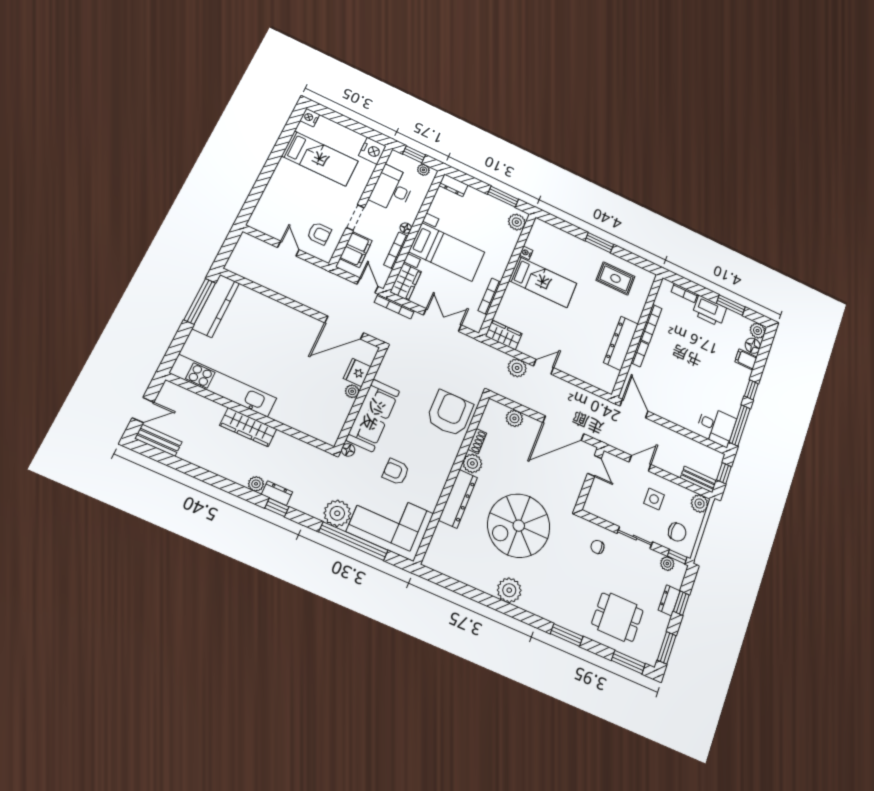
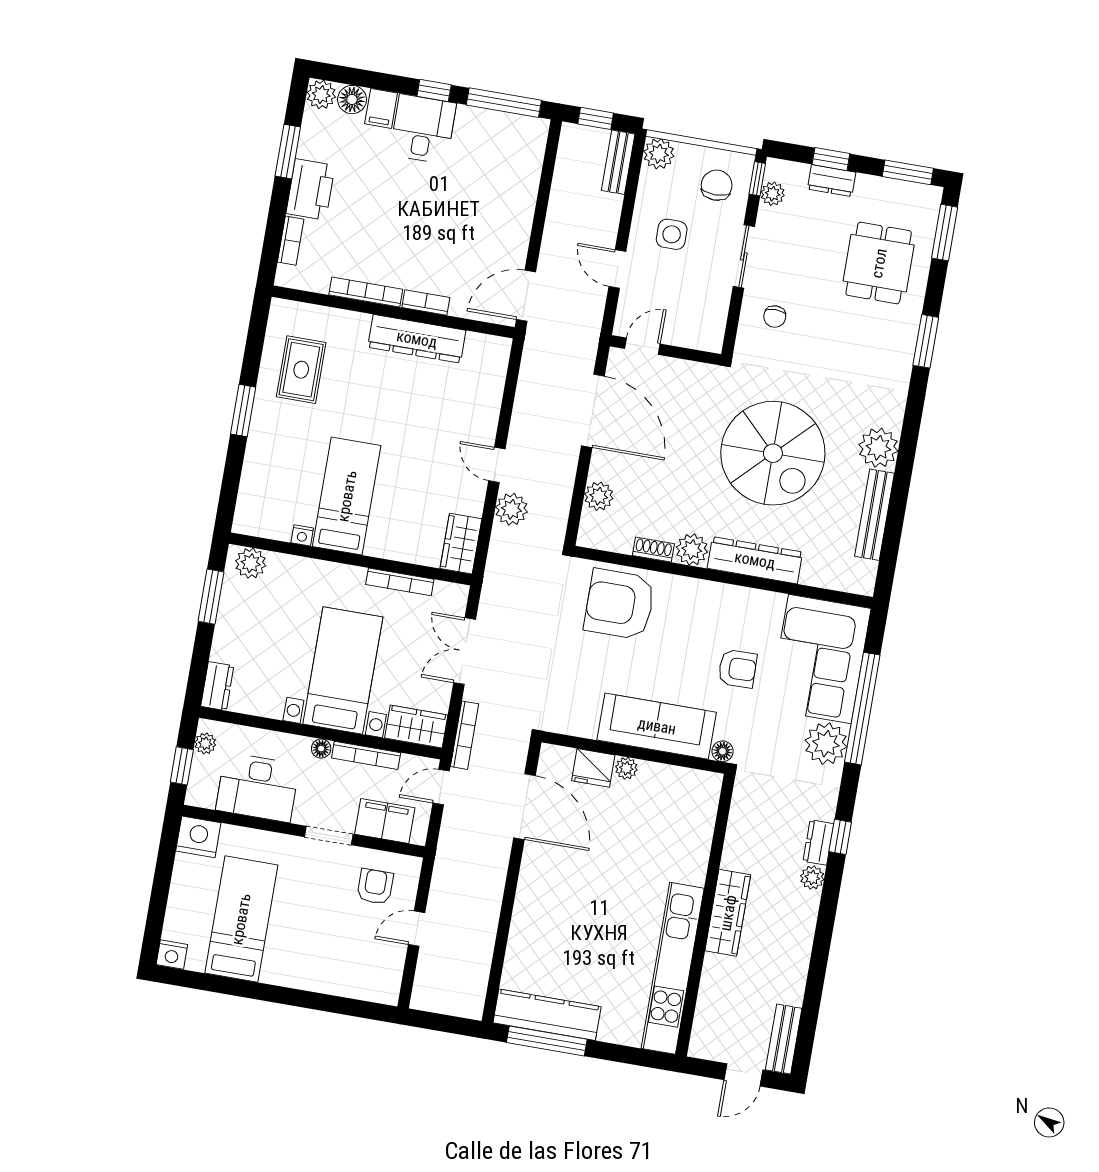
door: (143, 410) -> (743, 1075), swing flipped
desk: (716, 426) -> (423, 129), moved
armchair: (396, 472) -> (737, 669), turned -91
bench: (470, 578) -> (875, 515), added

